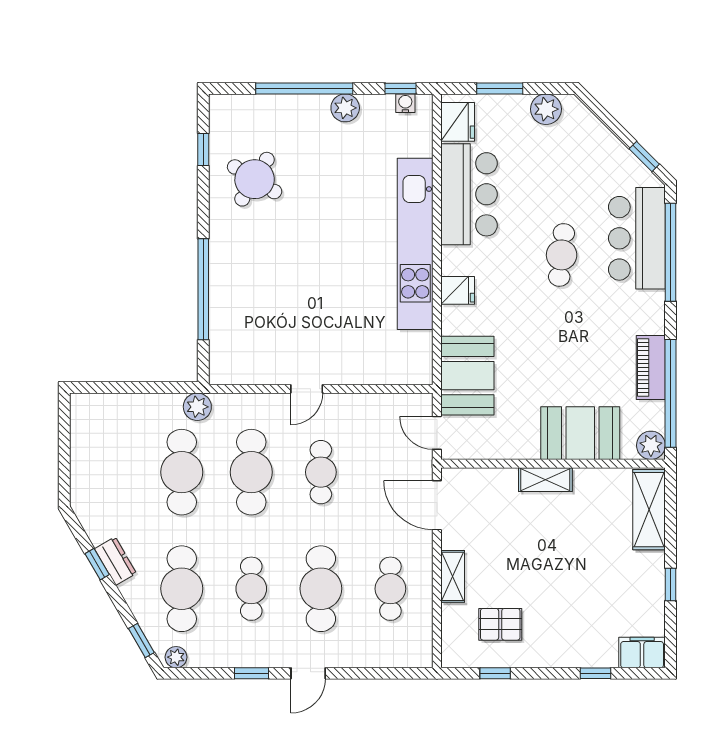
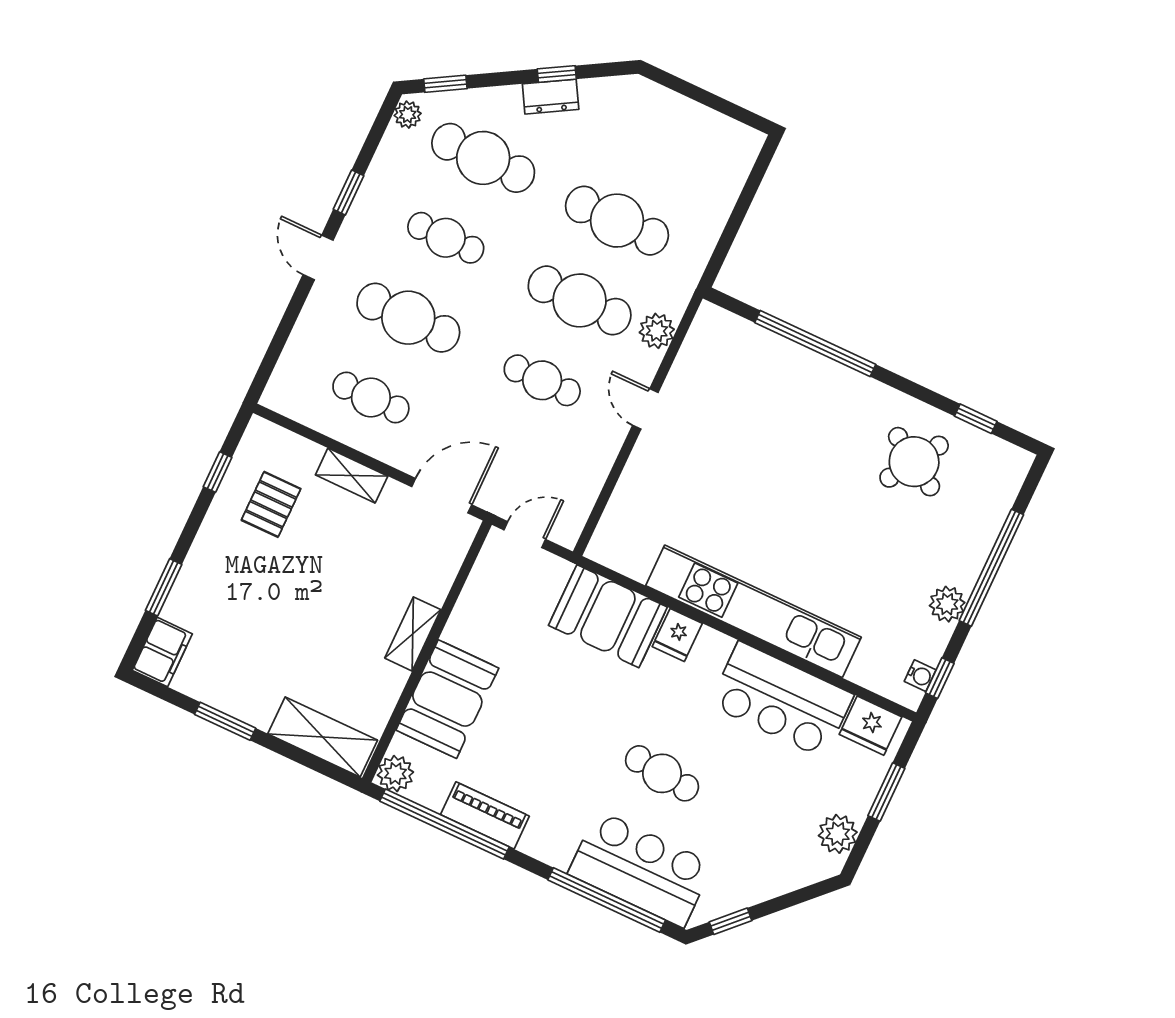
booth: (467, 376) -> (608, 616), moved
plant: (197, 407) -> (657, 331), moved
window: (671, 585) -> (225, 721), width x1.50
window: (595, 673) -> (164, 587), width x1.50

